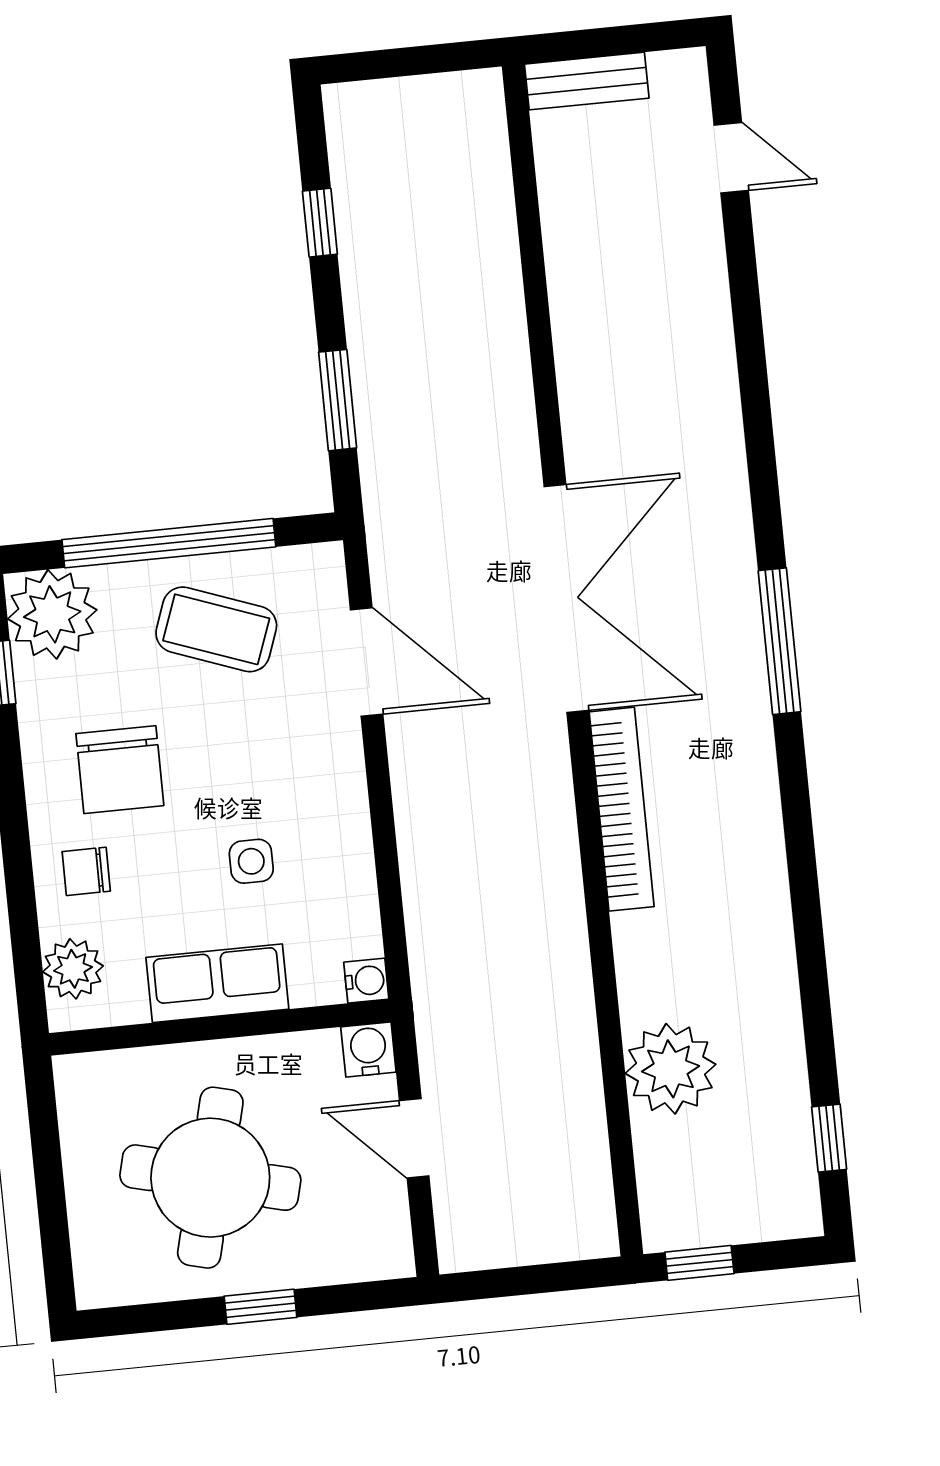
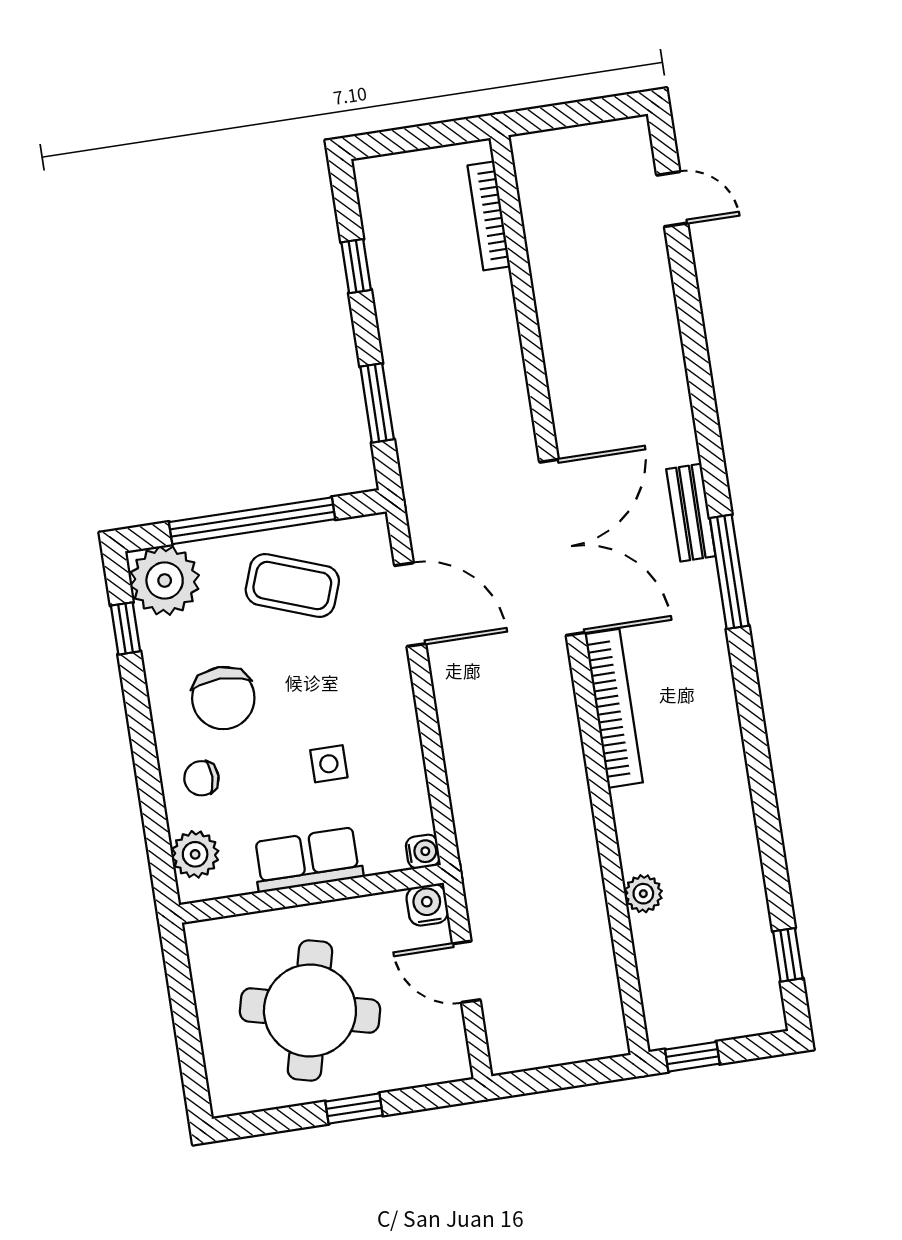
bench: (587, 81) -> (691, 513), moved, turned 90
bookcase: (494, 167) -> (489, 216), added
plant: (671, 1069) -> (643, 894), width x0.53, depth x0.53

